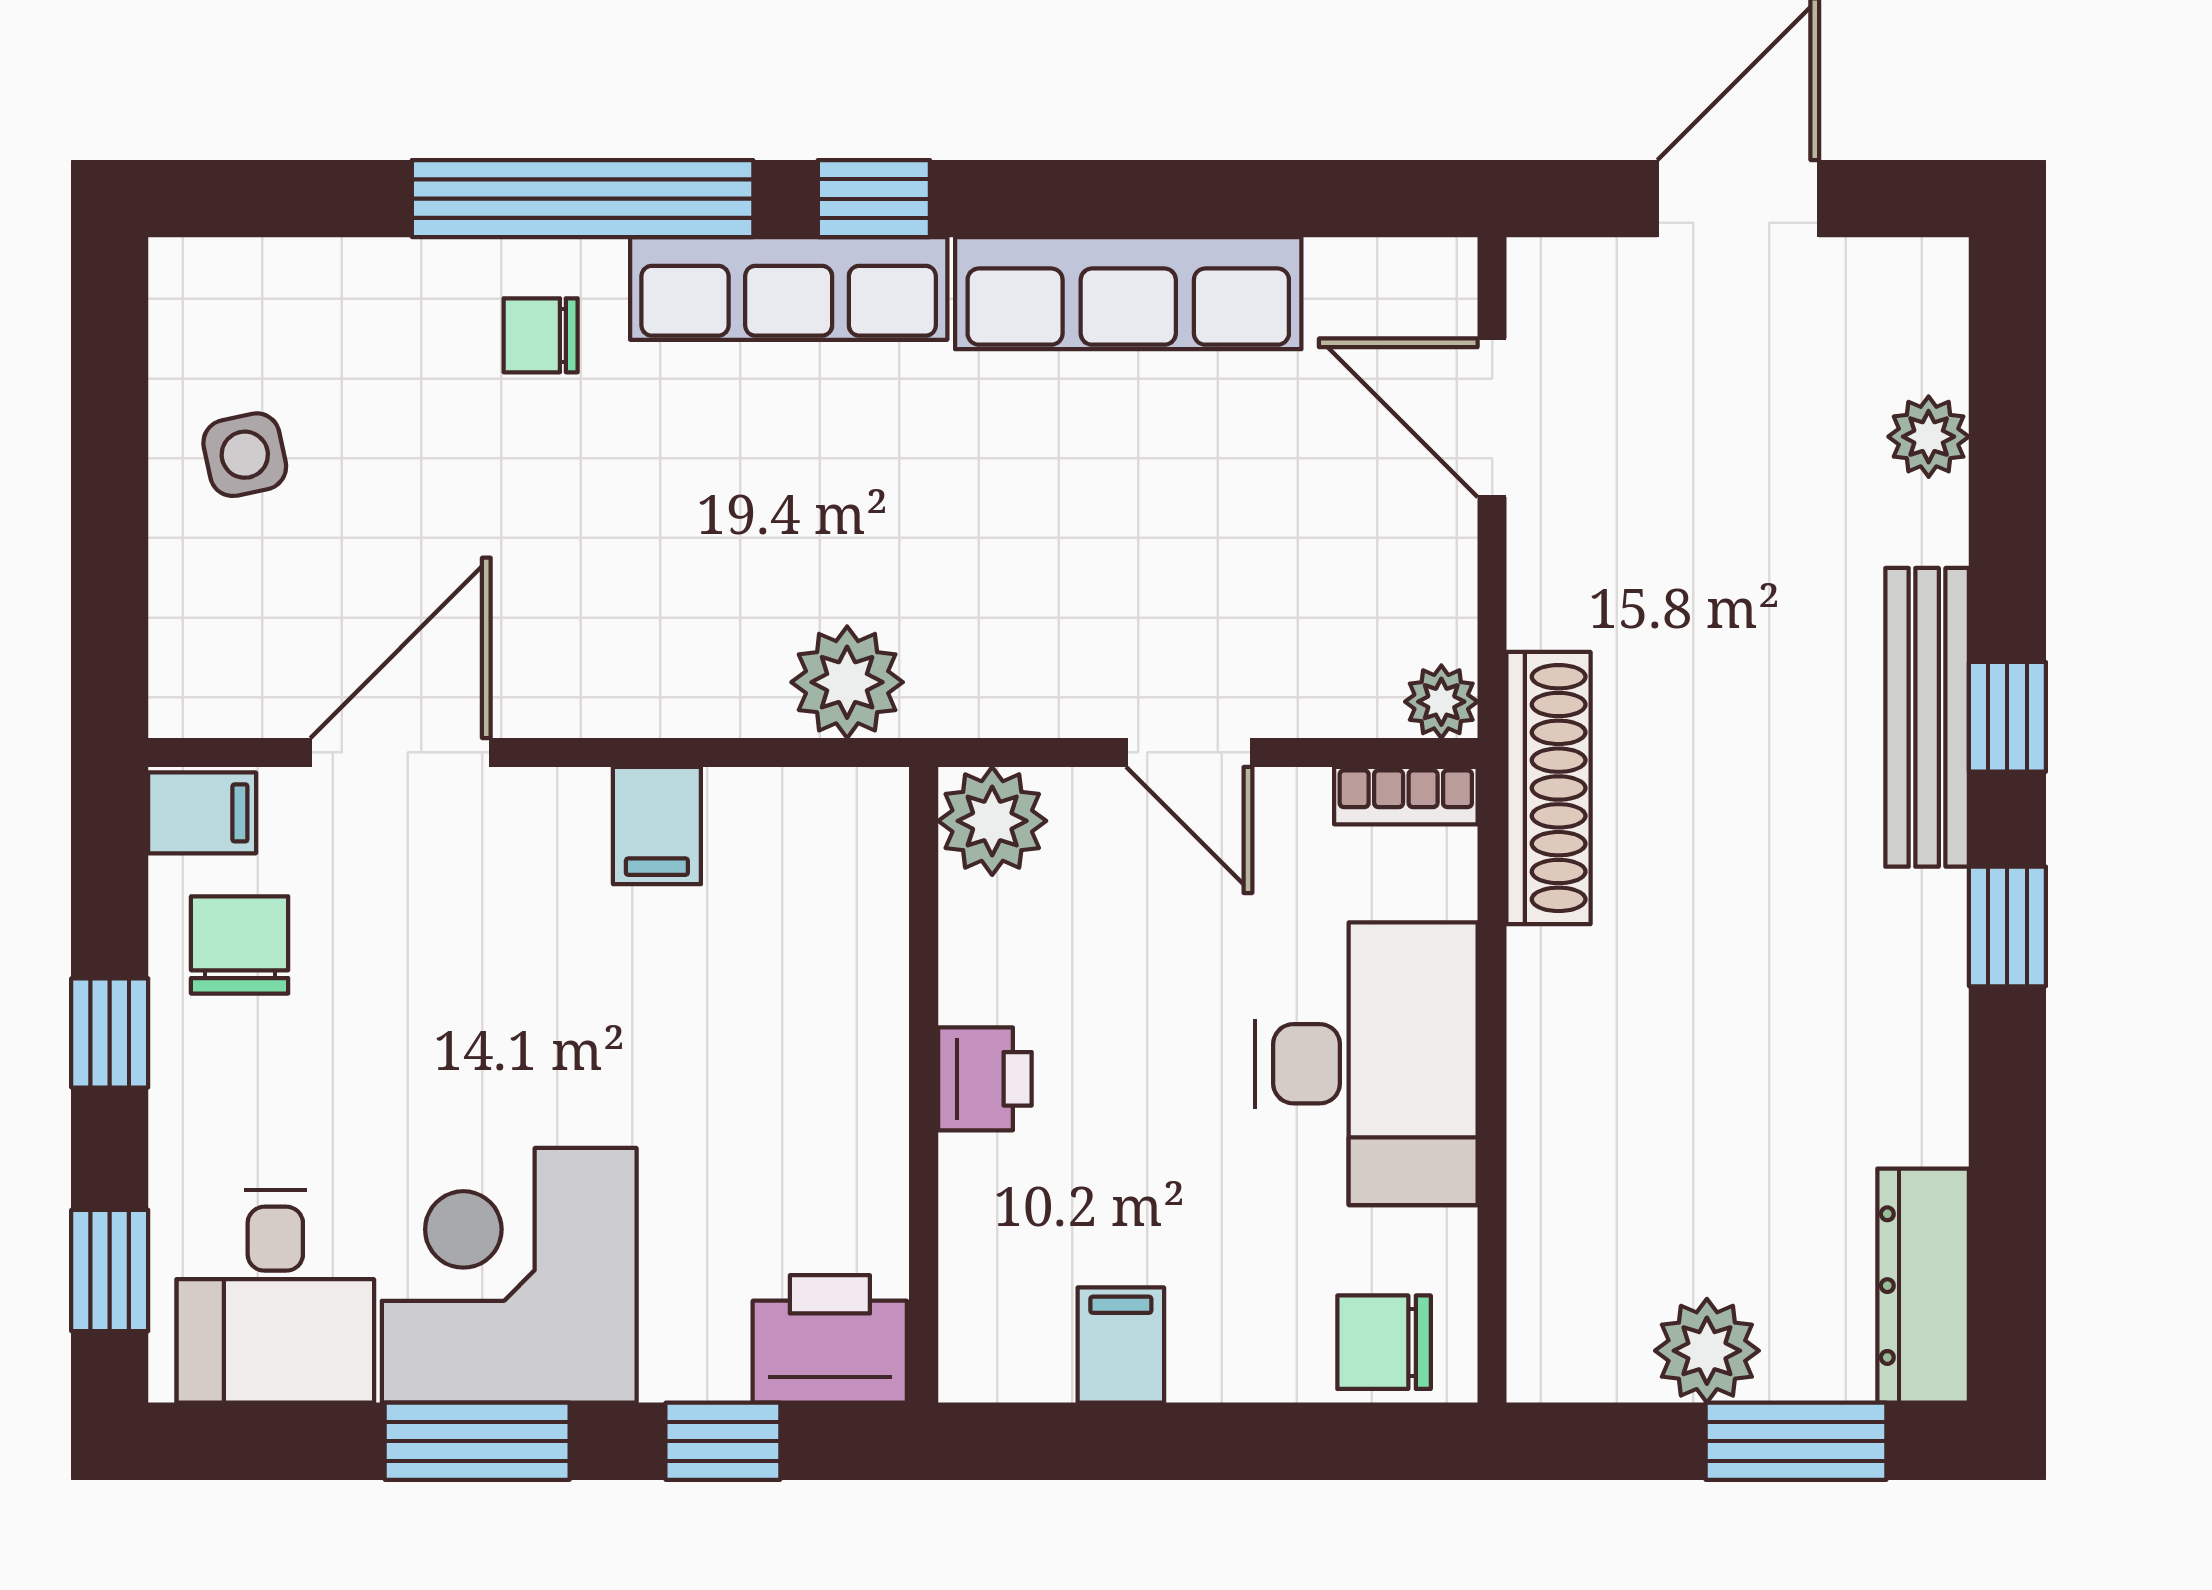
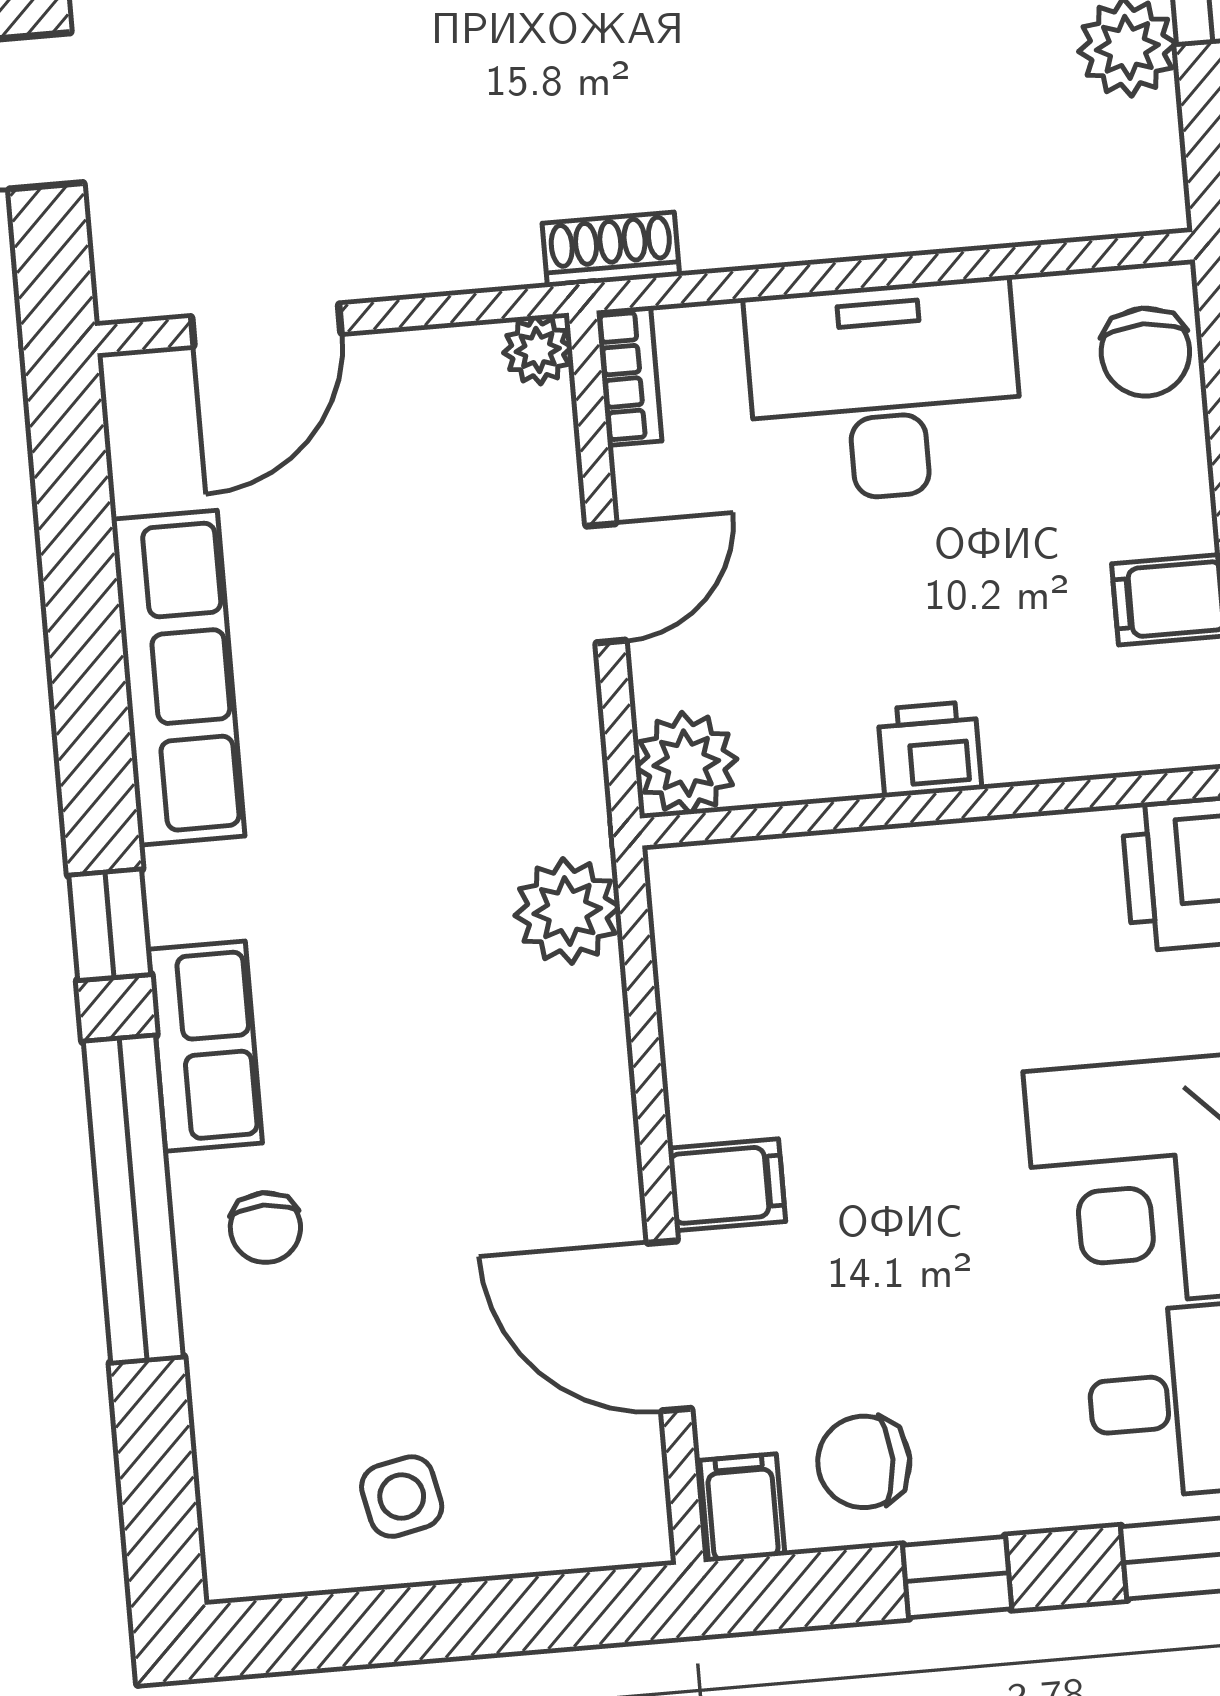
row of seats: (789, 288) -> (205, 1046), width x0.68
shoe rack: (1549, 788) -> (611, 249), width x0.51, depth x0.81
filing cabinet: (657, 826) -> (727, 1185), moved

